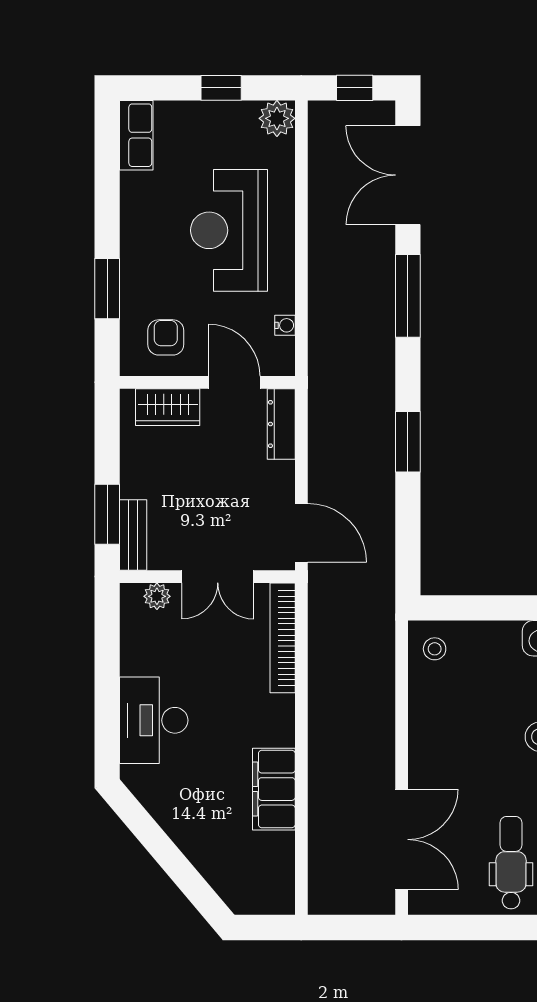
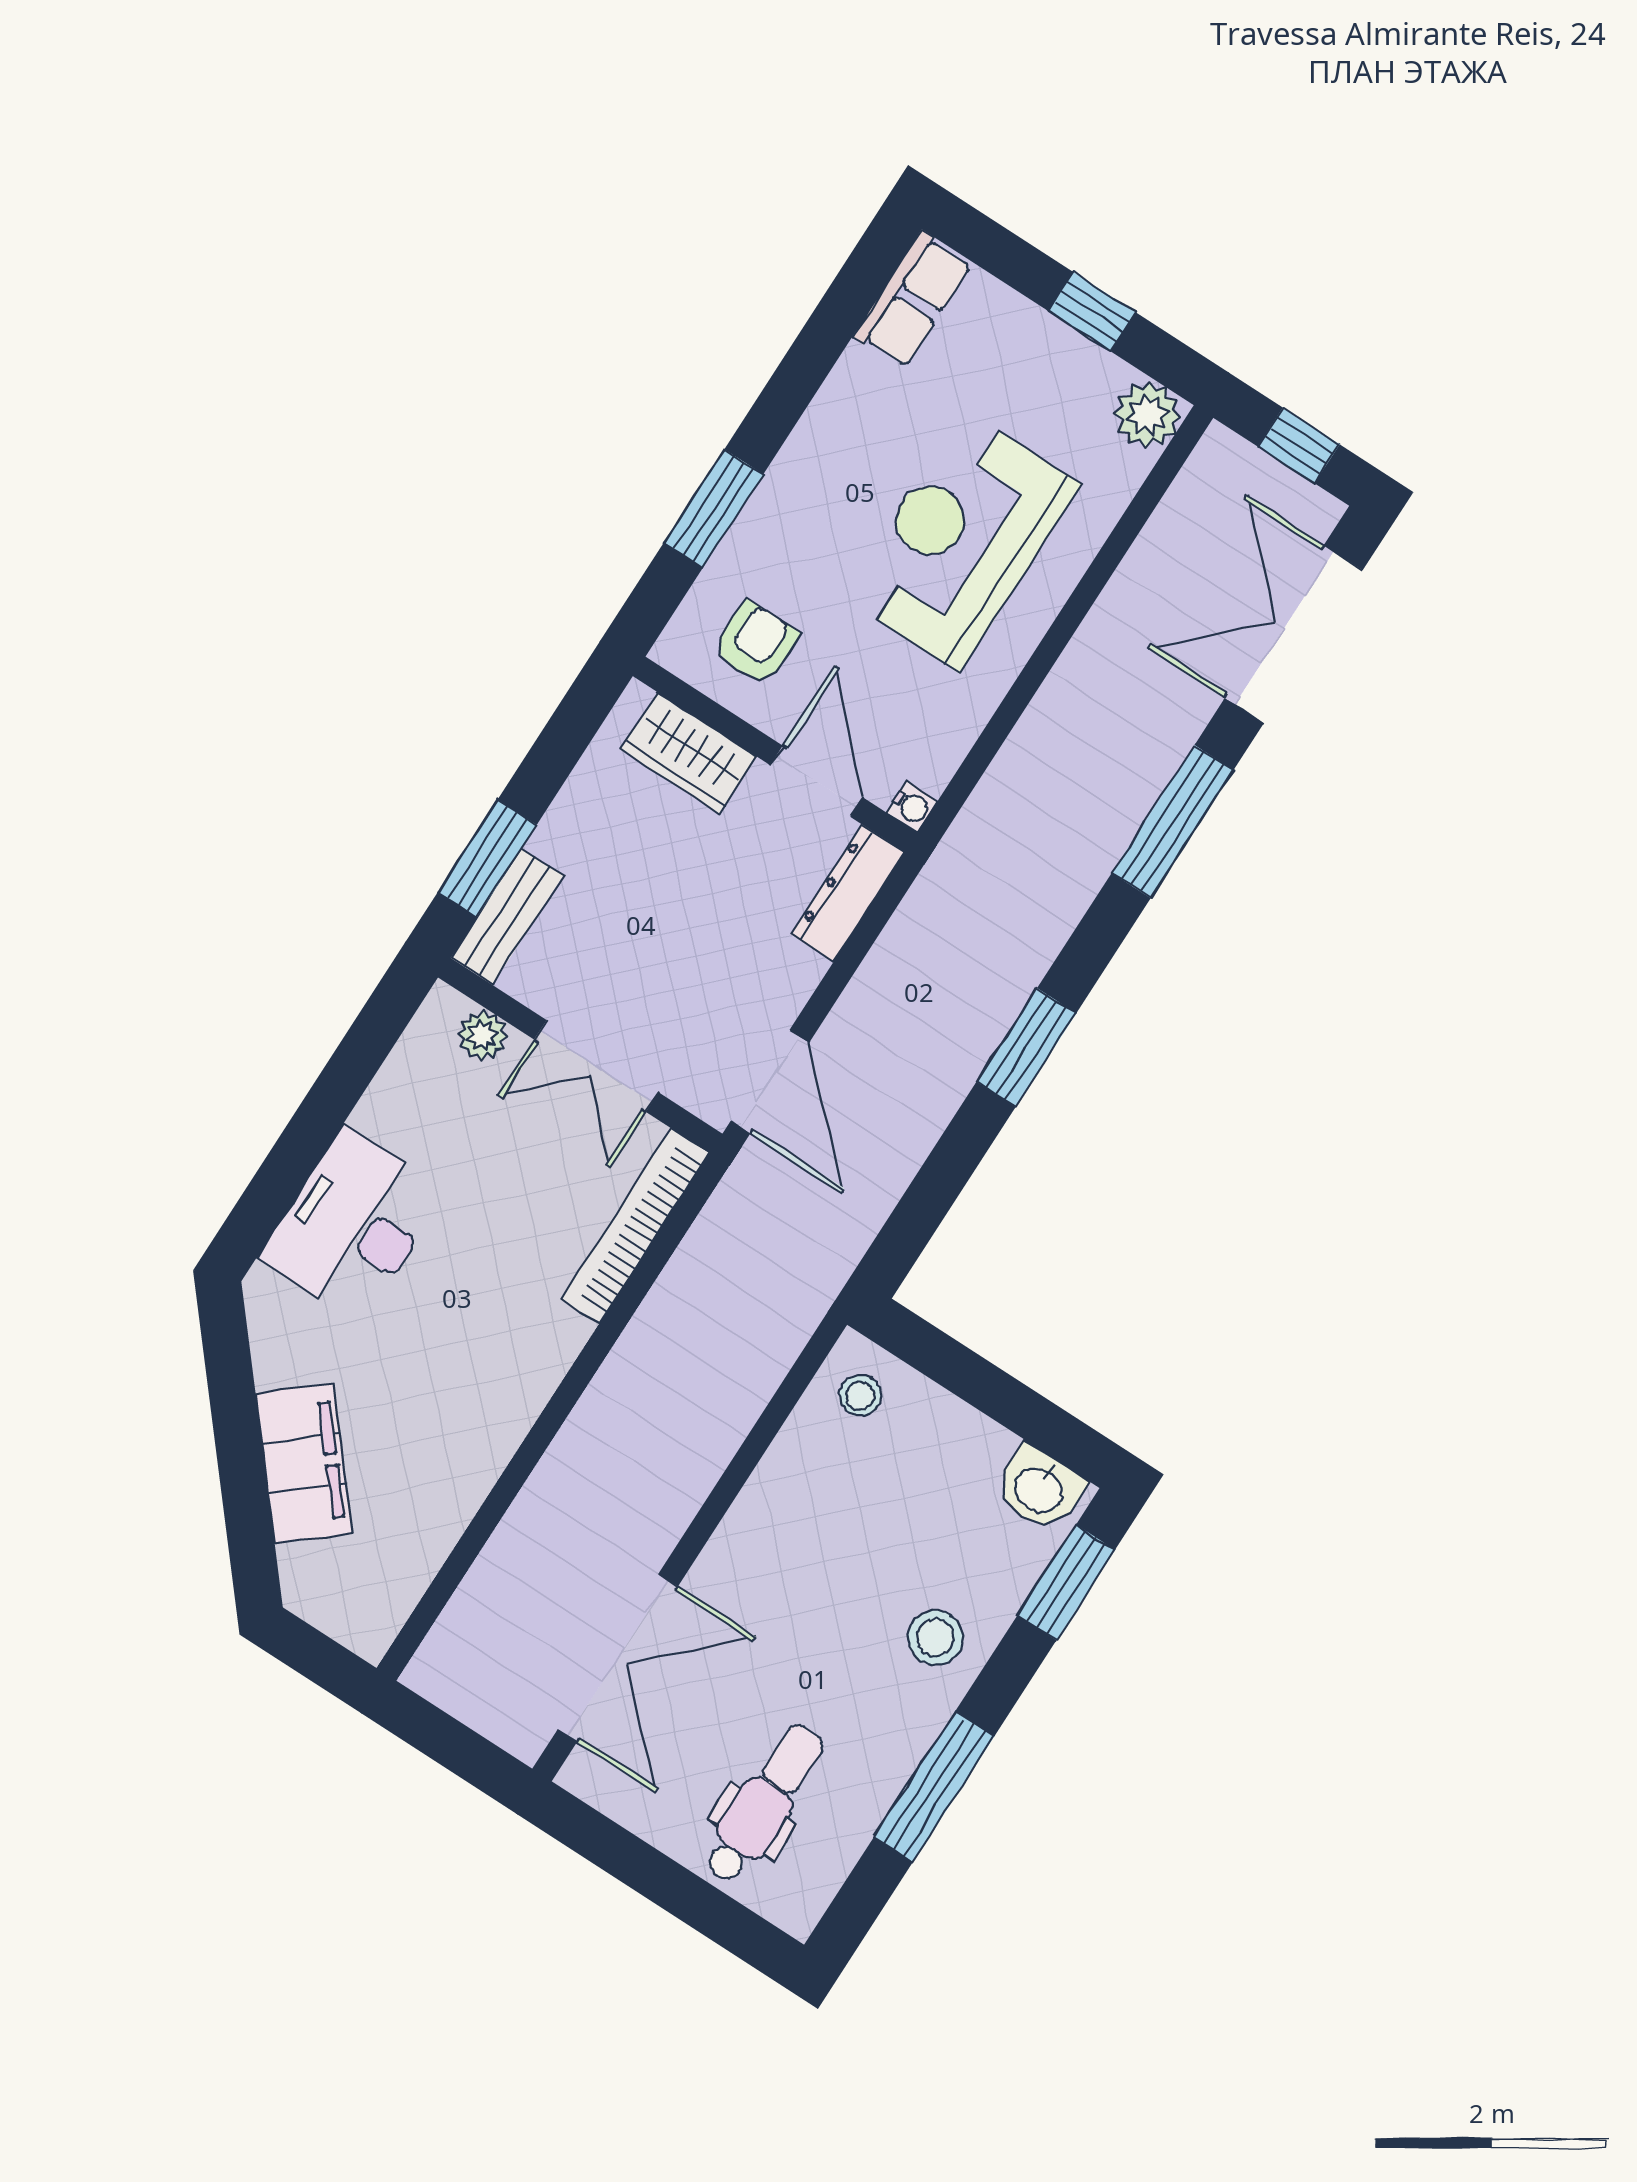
water cooler: (285, 325) -> (912, 807), moved
filing cabinet: (274, 789) -> (304, 1463), moved, turned 140

